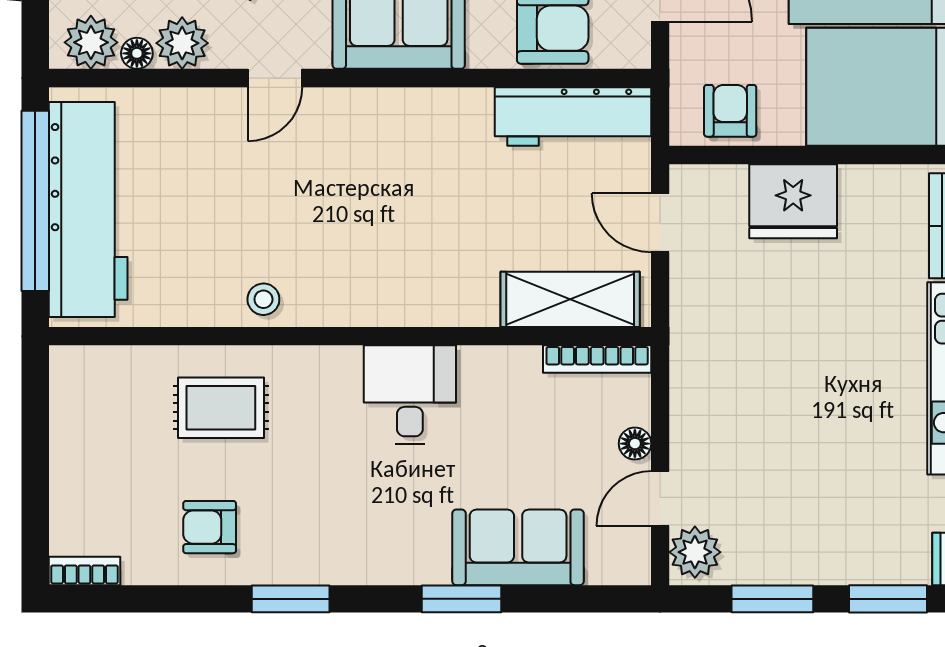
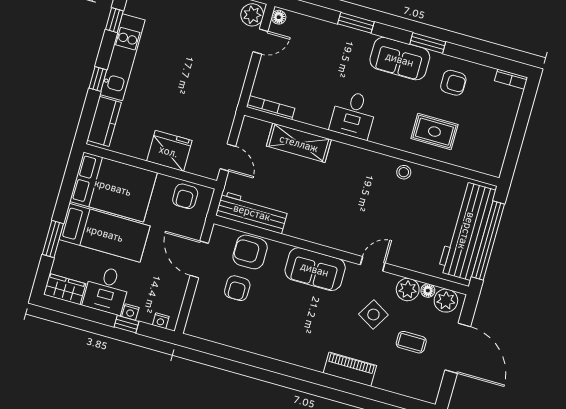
shelving: (570, 299) -> (299, 143), moved
floor lamp: (635, 444) -> (279, 17), moved
sofa: (518, 547) -> (400, 59), moved

